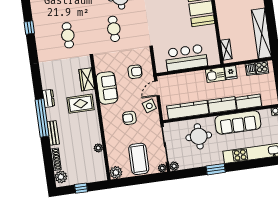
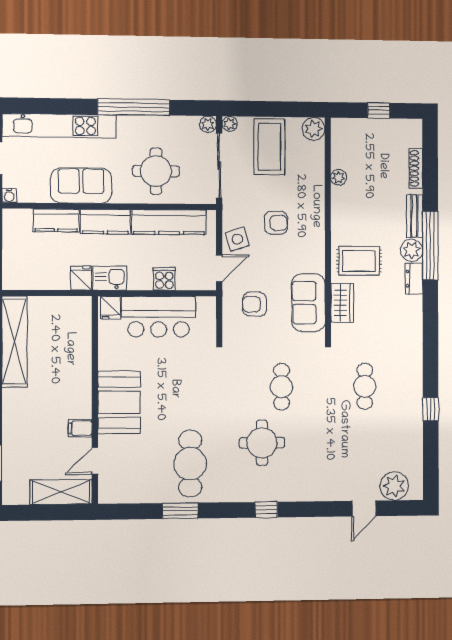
shelving: (226, 50) -> (84, 321), removed
fridge: (213, 59) -> (110, 308), added
cooker: (262, 68) -> (164, 279), moved
dishwasher: (251, 69) -> (44, 279), removed
sofa: (107, 88) -> (308, 303), moved
sofa: (238, 122) -> (81, 186), width x0.73
window: (216, 169) -> (134, 107), width x2.11
plant: (61, 177) -> (412, 250), moved

